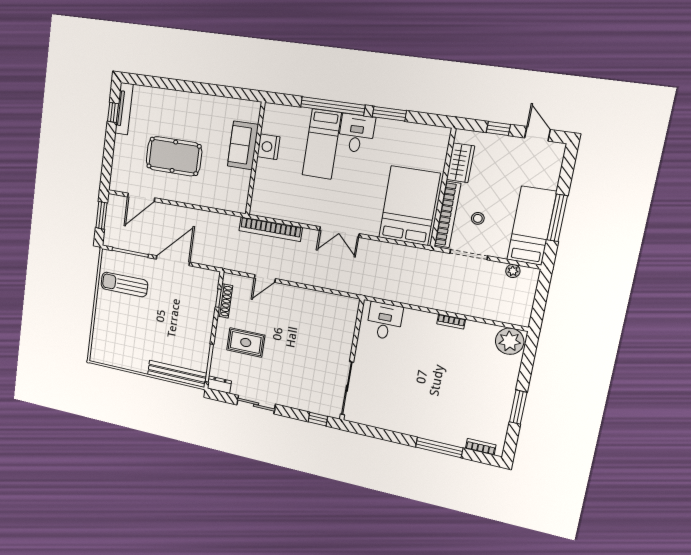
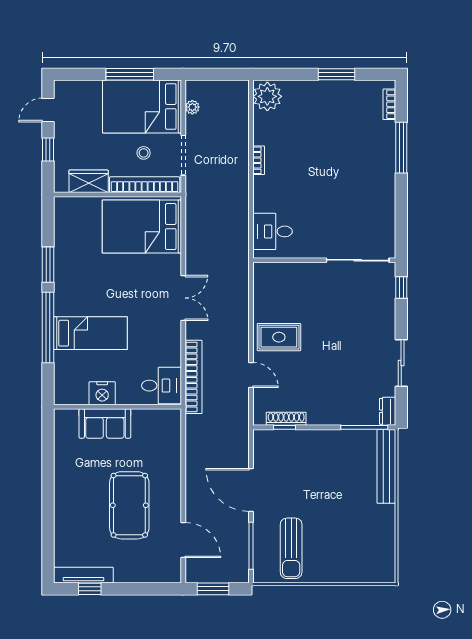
desk: (356, 133) -> (162, 386), moved, turned 180
bed: (532, 226) -> (142, 107), width x1.50
rug: (246, 343) -> (279, 337), moved, turned 90

